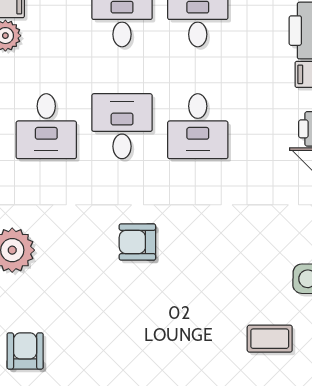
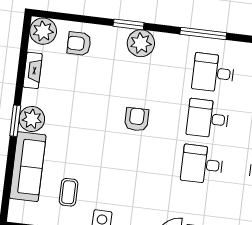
desk: (122, 126) -> (208, 119), turned 180
armchair: (25, 351) -> (79, 44), turned 180

